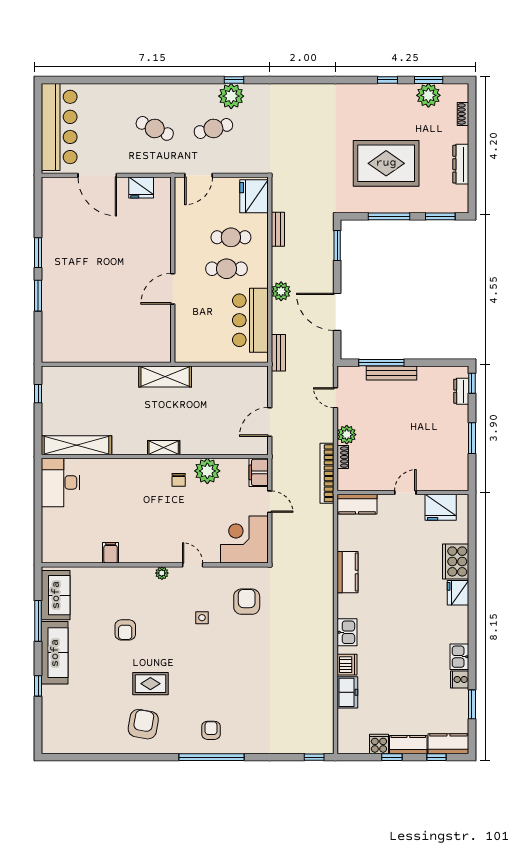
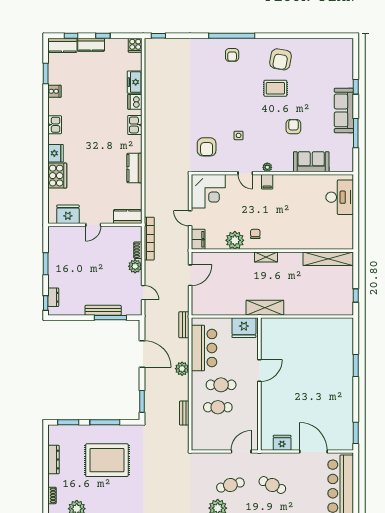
fridge: (254, 196) -> (244, 328), moved, turned 90
window: (38, 253) -> (356, 433), moved
desk: (60, 482) -> (340, 197), moved
filing cabinet: (111, 553) -> (267, 182), moved
sofa: (56, 595) -> (311, 162), moved, turned 90
kitchen sink: (459, 657) -> (55, 125), moved
cooker: (379, 744) -> (135, 45), moved

